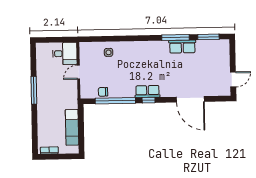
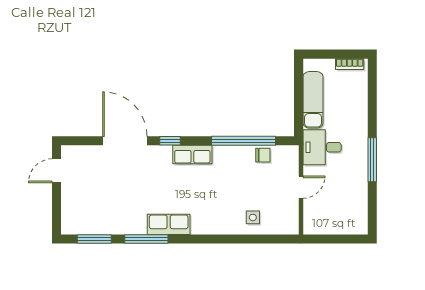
row of seats: (182, 47) -> (169, 224), moved
desk: (65, 54) -> (322, 147), moved
window: (149, 100) -> (170, 141), moved

